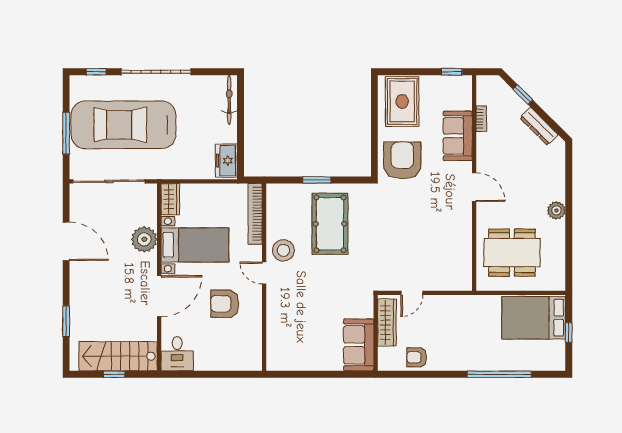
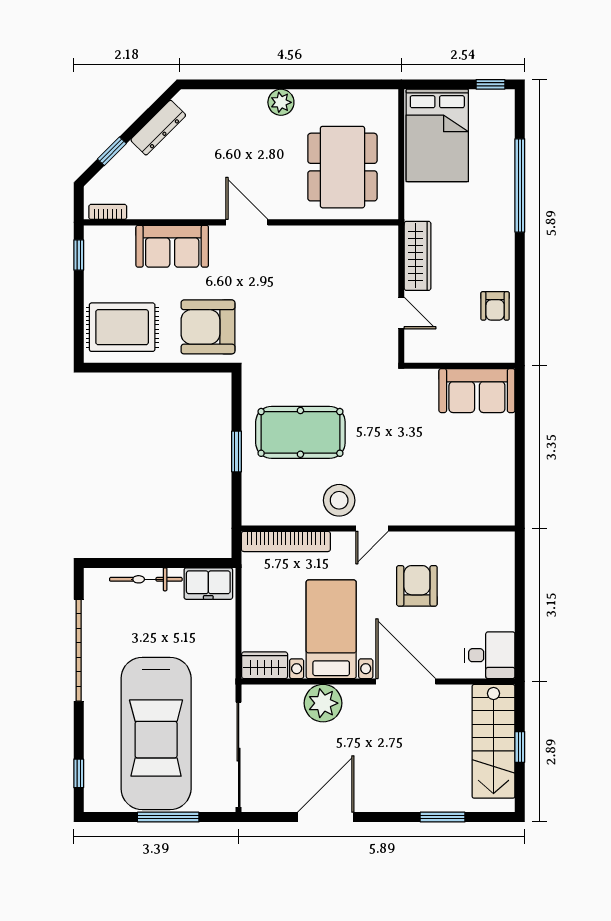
garage door: (156, 72) -> (79, 650), moved
bicycle: (229, 100) -> (146, 579), moved
bookcase: (481, 119) -> (108, 212), moved
door: (474, 187) -> (247, 222), hinge flipped
armchair: (225, 304) -> (417, 586), turned 180
wardrobe: (387, 322) -> (418, 256), moved, turned 90
window: (569, 332) -> (490, 84), moved

